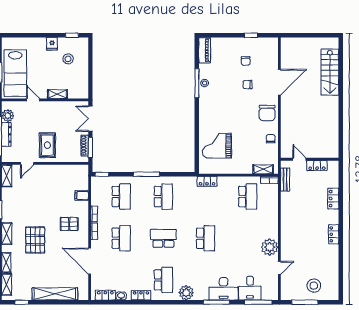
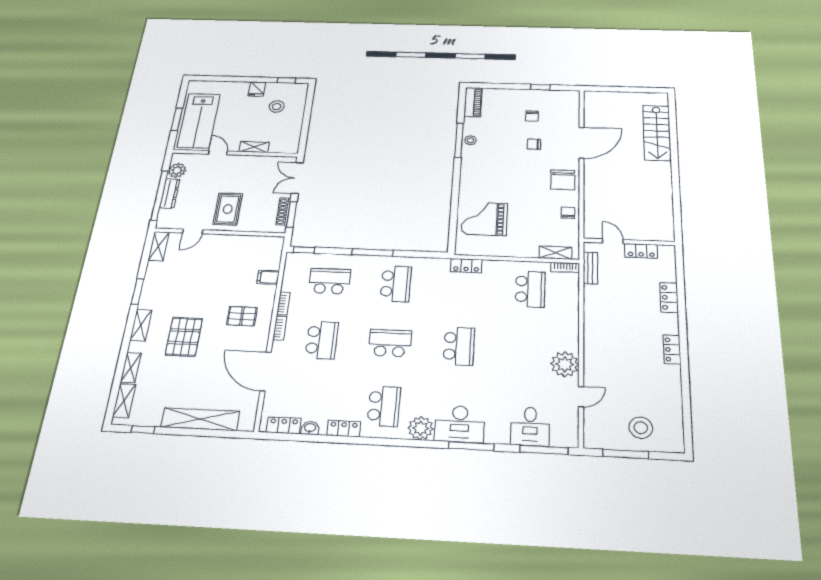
school desk: (121, 197) -> (329, 281), turned -90
desk: (224, 289) -> (460, 424), moved

